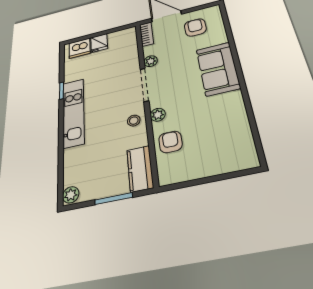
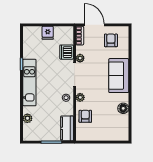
dishwasher: (80, 48) -> (67, 52), moved, turned 90
floor lamp: (237, 114) -> (123, 108), added
plant: (71, 195) -> (27, 118), moved

